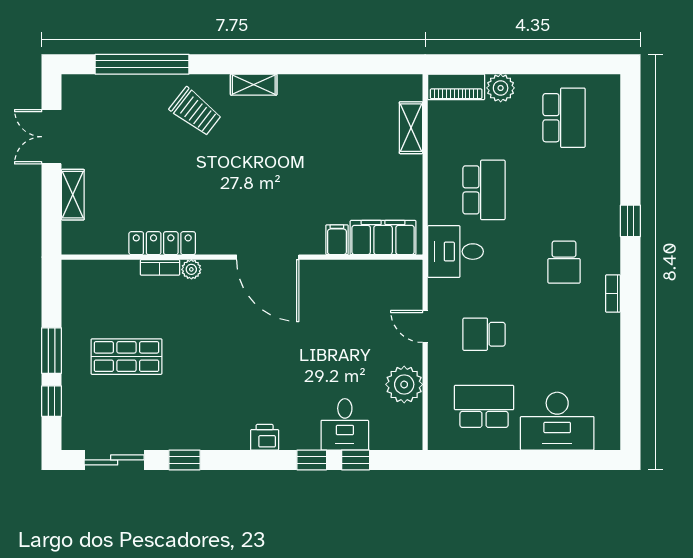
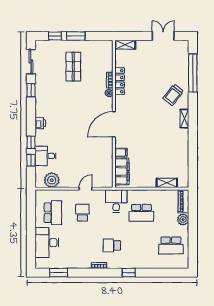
shelving: (73, 195) -> (125, 45), moved
plant: (404, 384) -> (52, 180), moved
window: (630, 393) -> (58, 273), added

